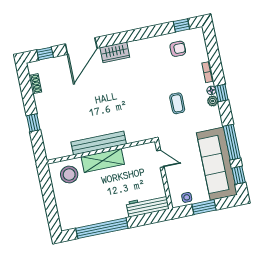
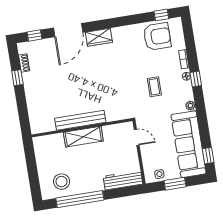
armchair: (178, 49) -> (157, 37), width x1.88, depth x1.88
plant: (213, 101) -> (190, 106), moved
window: (33, 123) -> (17, 78), moved
window: (232, 142) -> (203, 125), removed
stool: (69, 175) -> (62, 182), moved

